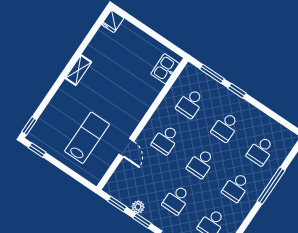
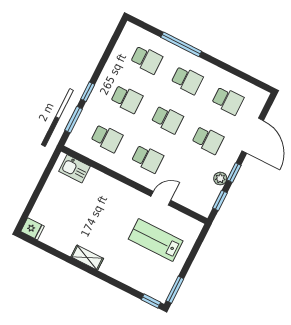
window: (37, 150) -> (175, 290), width x1.50

